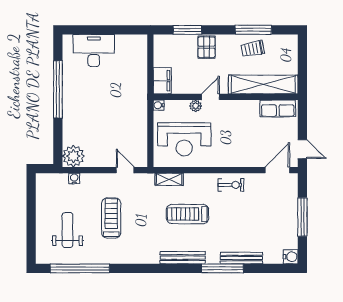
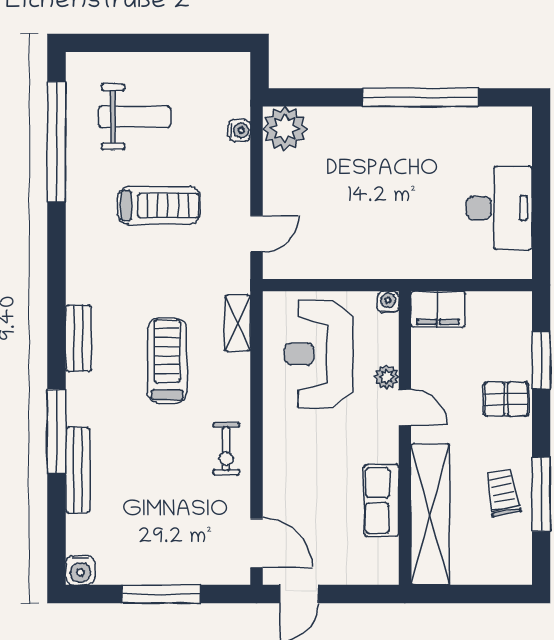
desk: (94, 51) -> (499, 208), moved
row of seats: (278, 108) -> (382, 500), moved
bench: (183, 258) -> (78, 338), width x0.73

